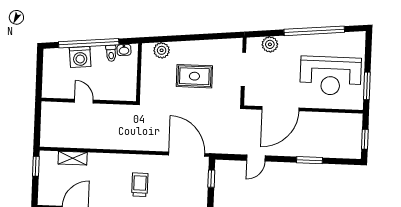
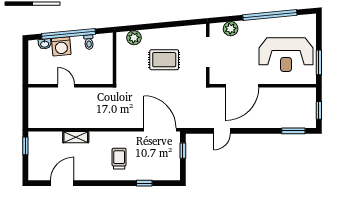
washbasin: (124, 50) -> (45, 44), moved
shelving: (73, 158) -> (76, 137), moved
window: (309, 160) -> (293, 131), moved

